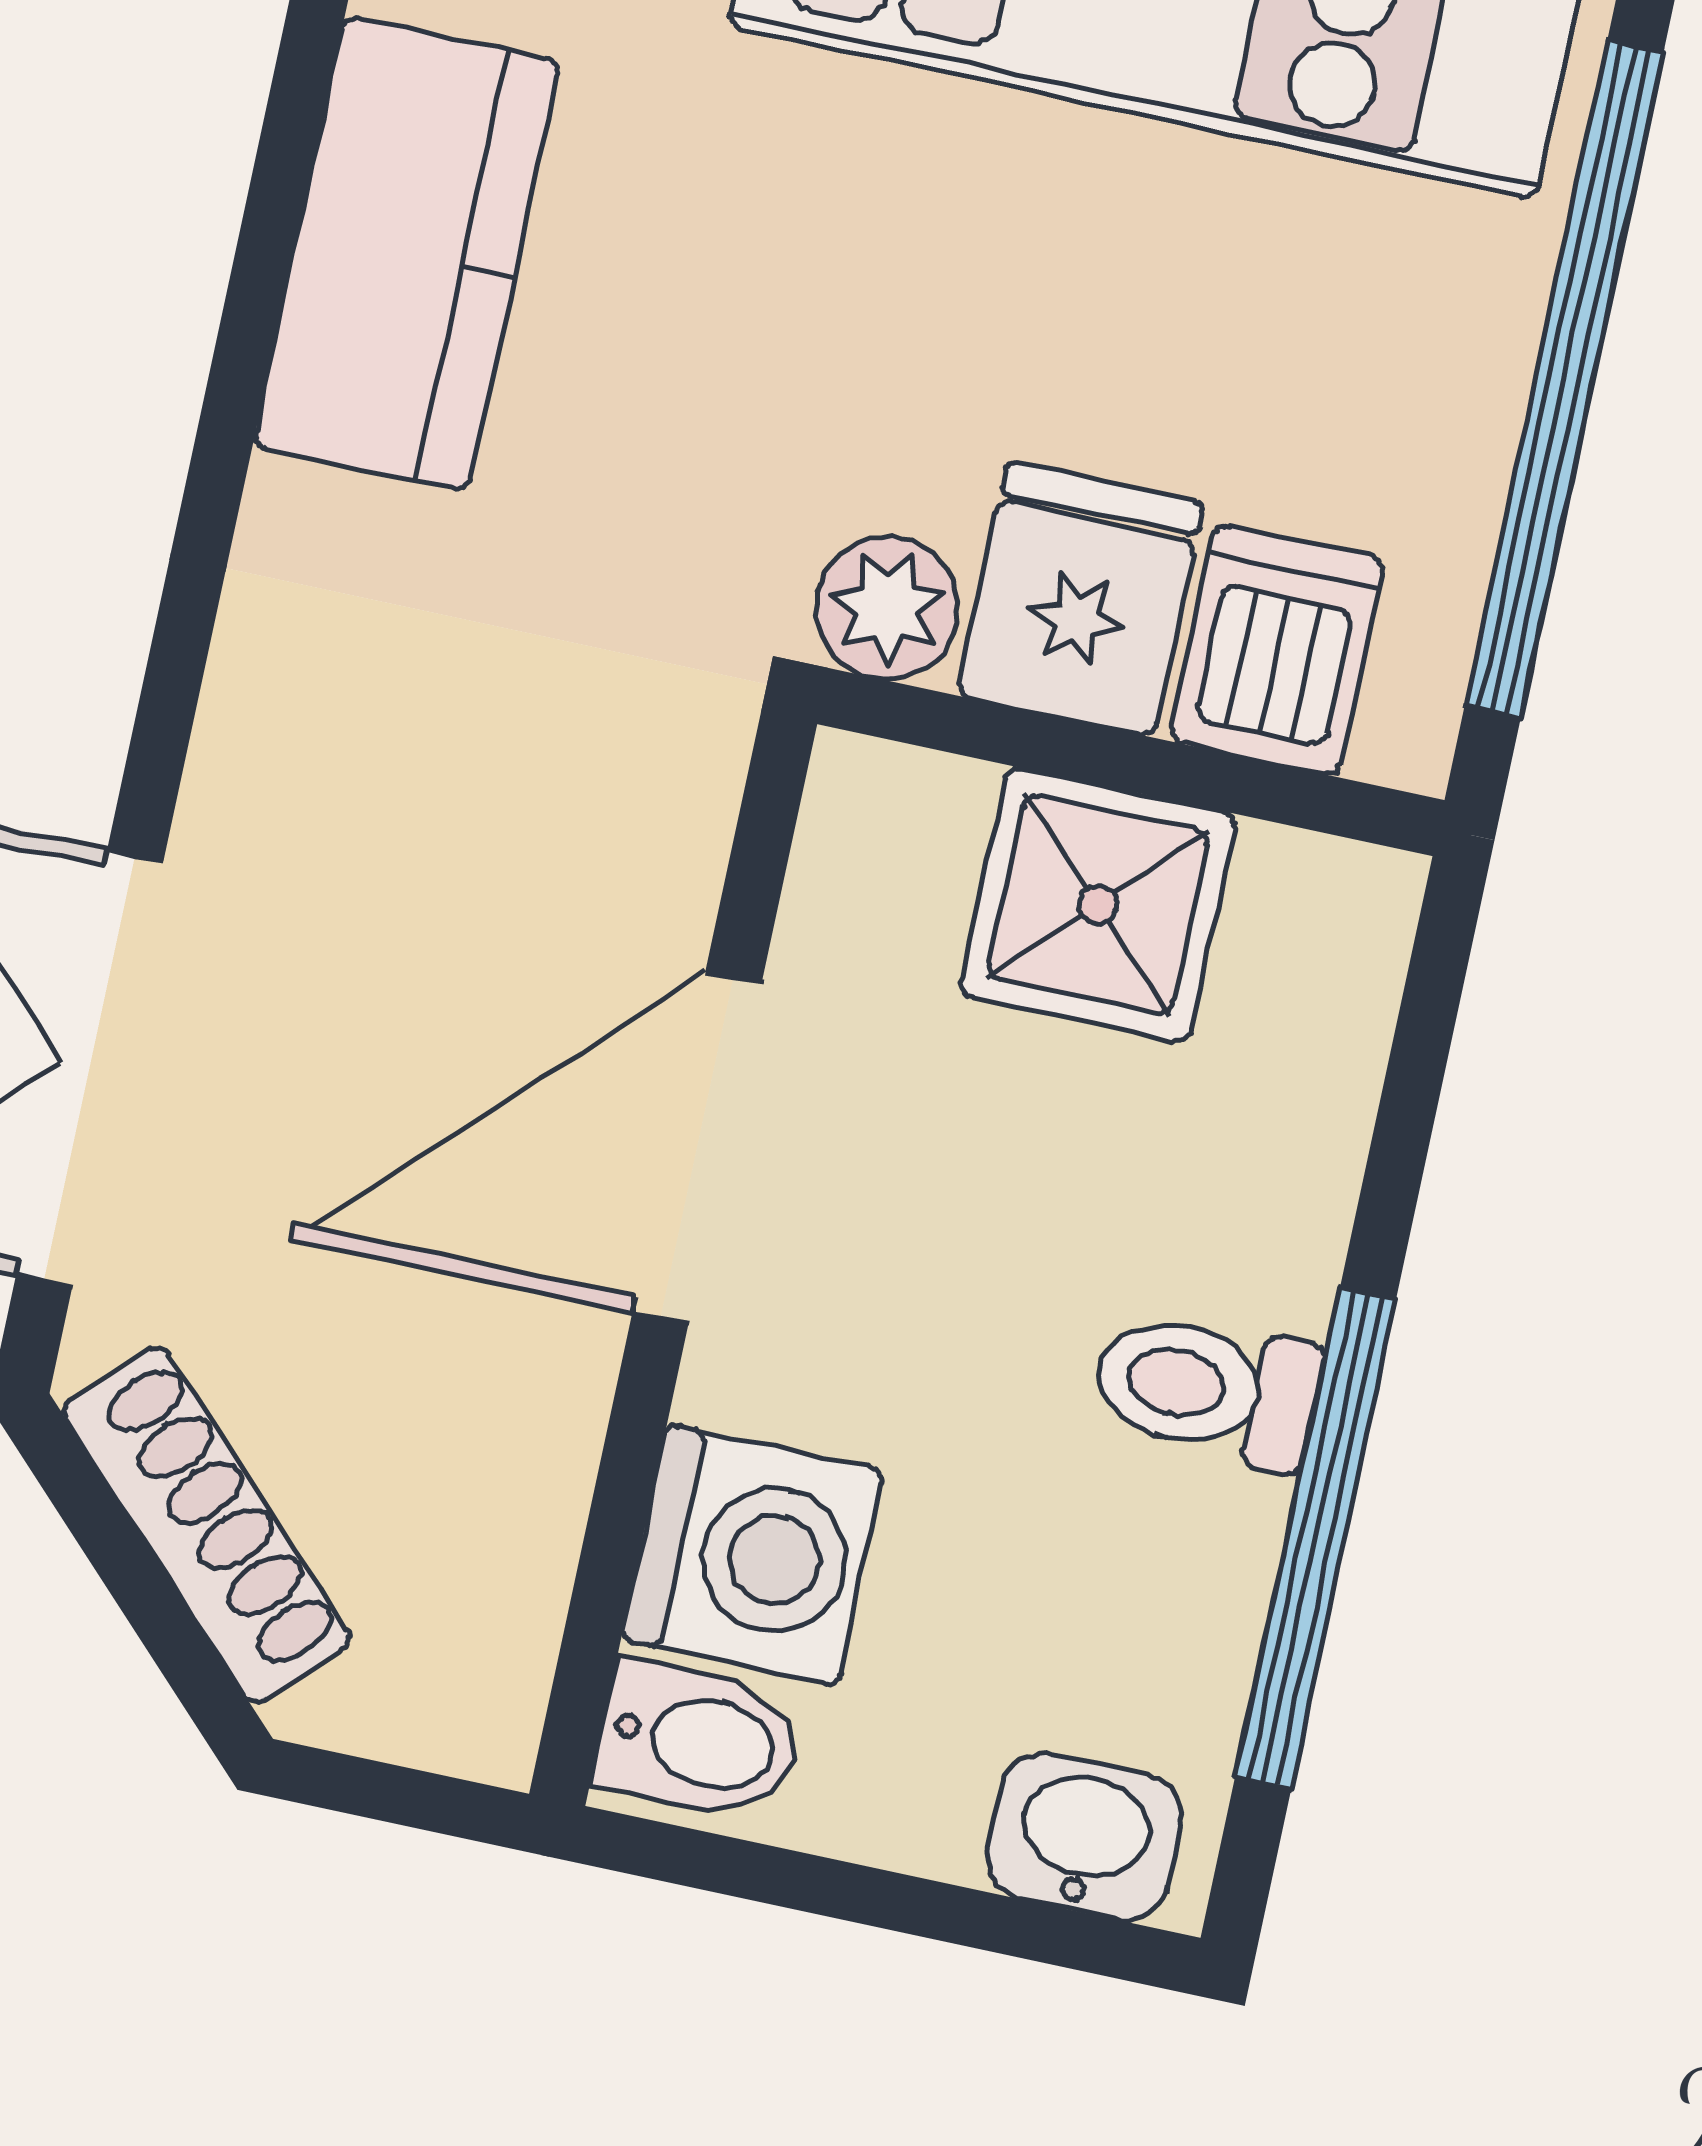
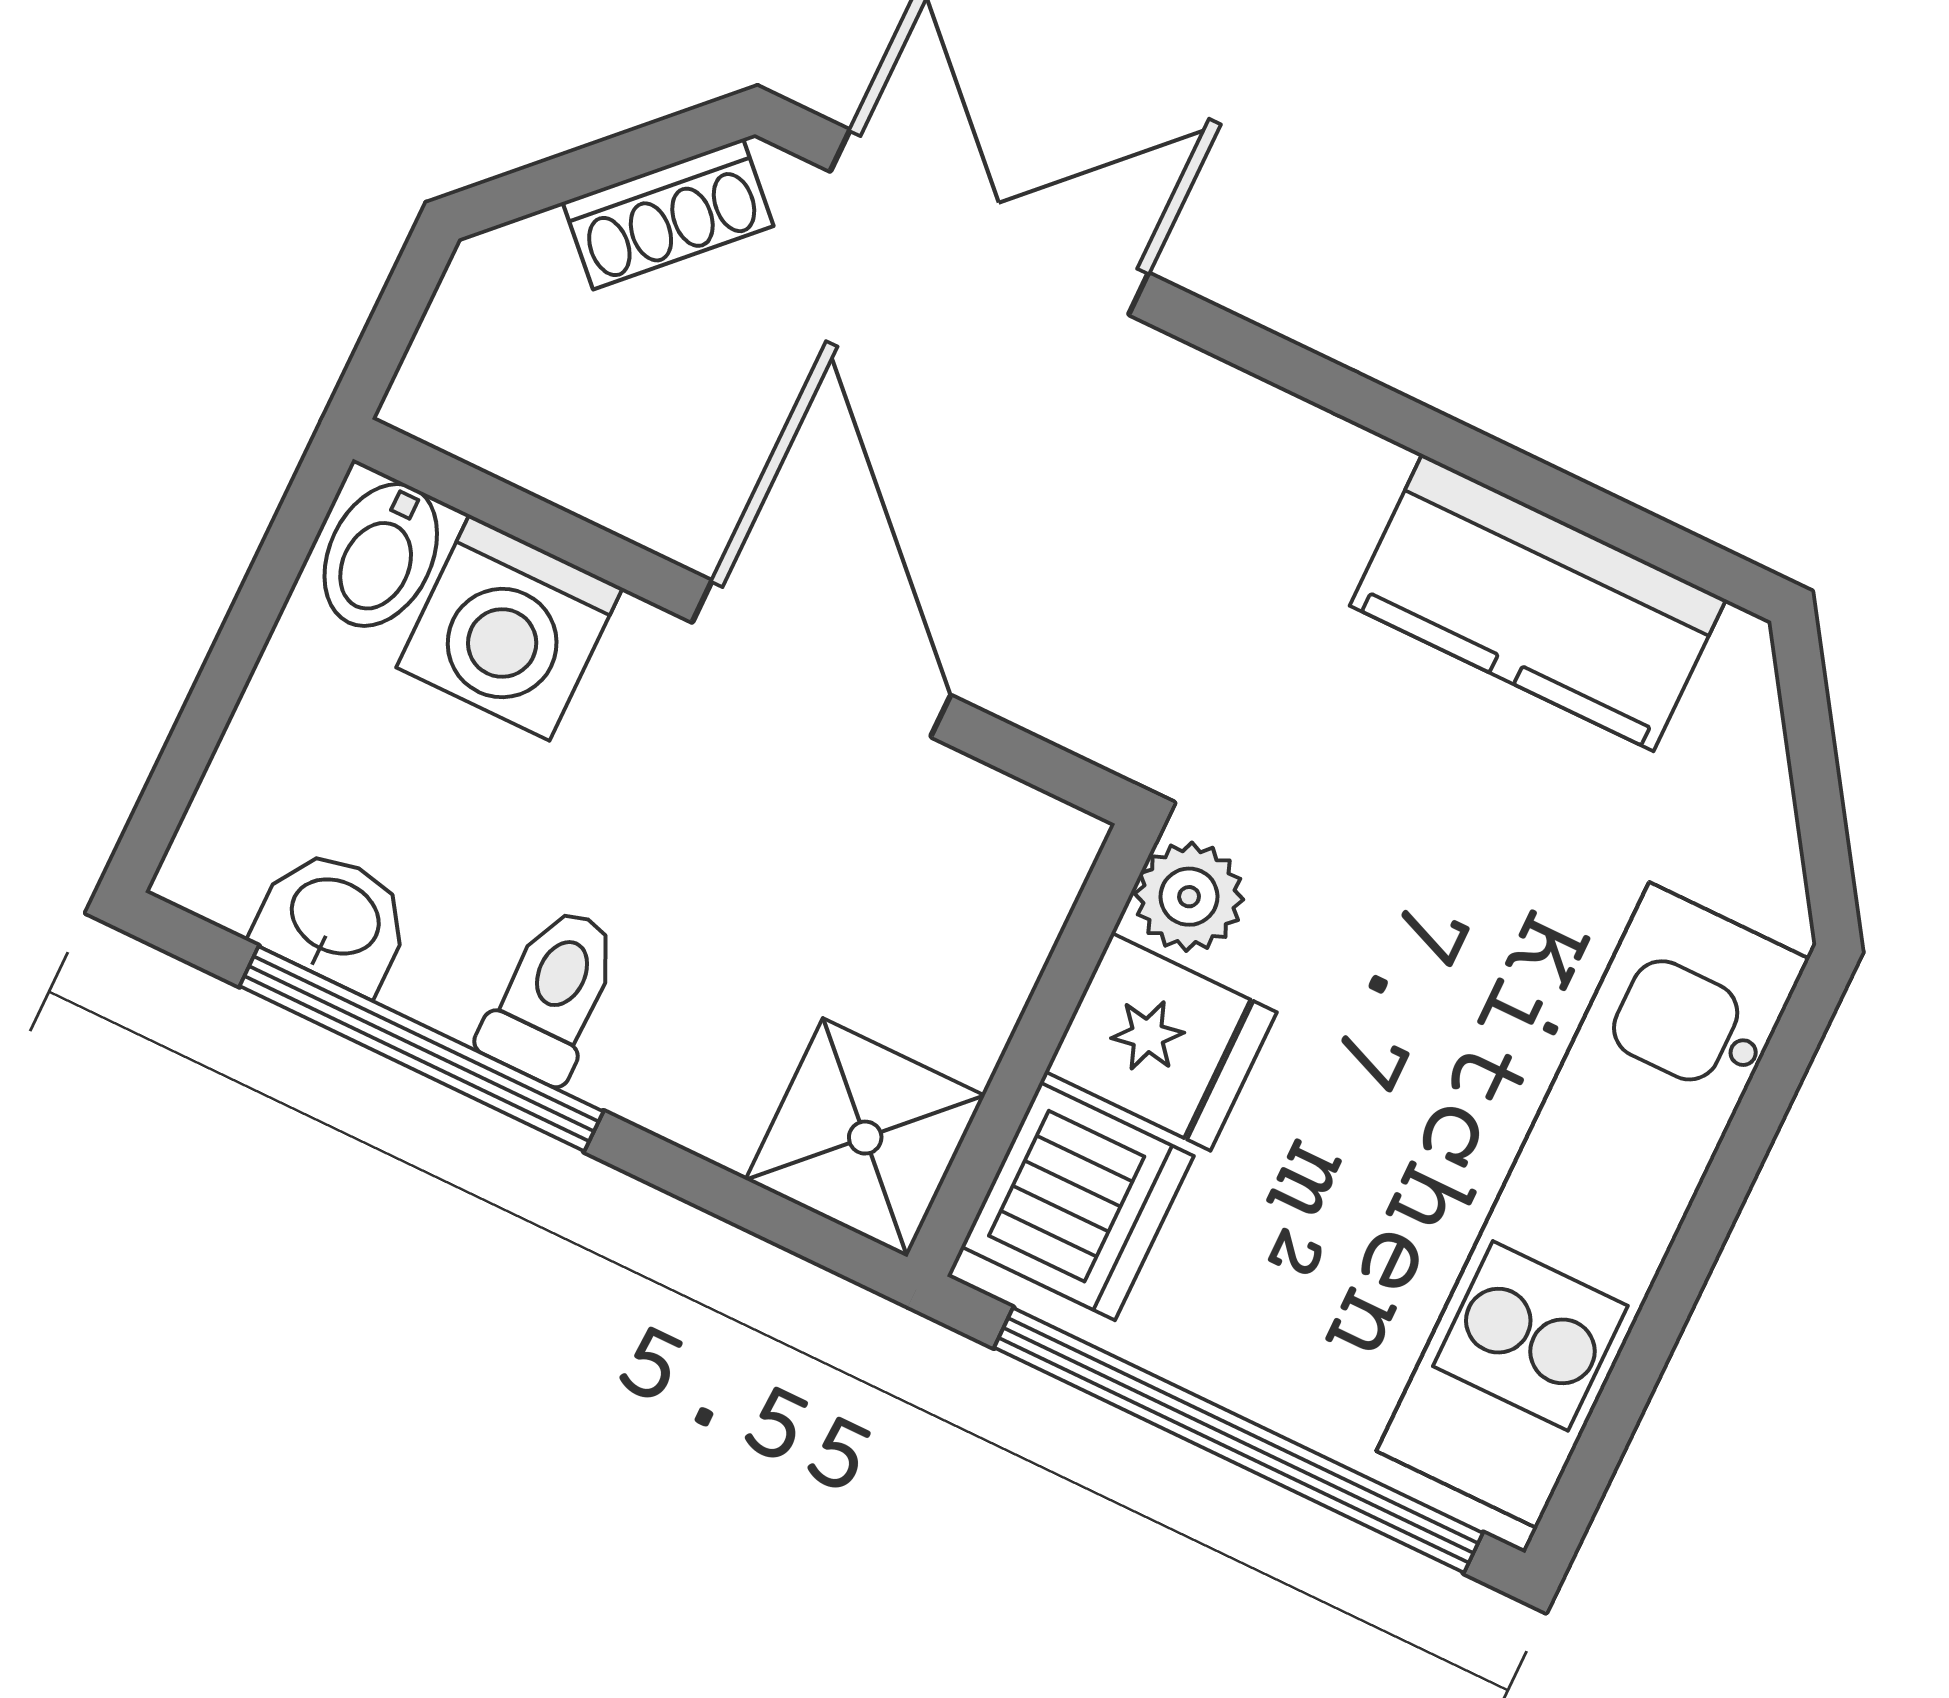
dishwasher: (1277, 650) -> (1077, 1201), width x1.38
shower: (1098, 905) -> (865, 1138), moved
shoe rack: (207, 1525) -> (668, 214), width x0.70
washbasin: (1084, 1837) -> (334, 920), moved, turned -90

